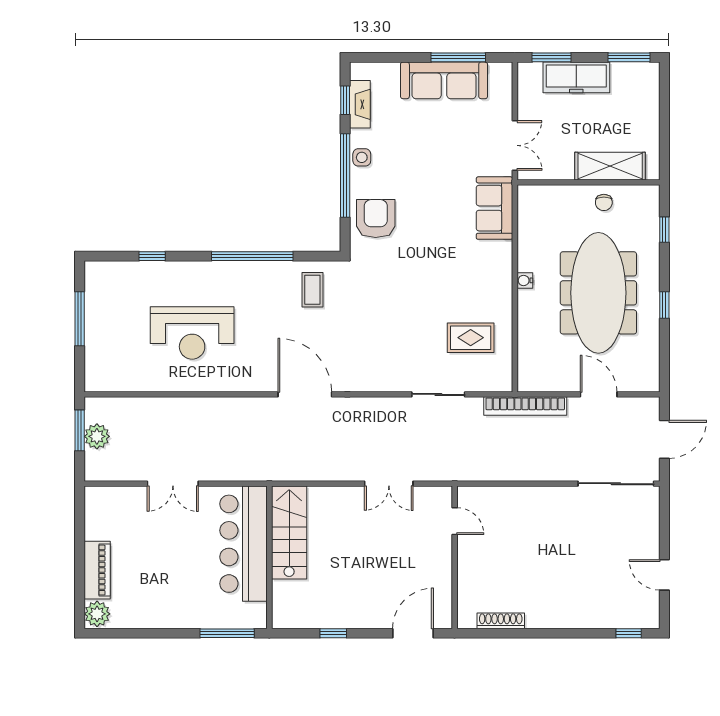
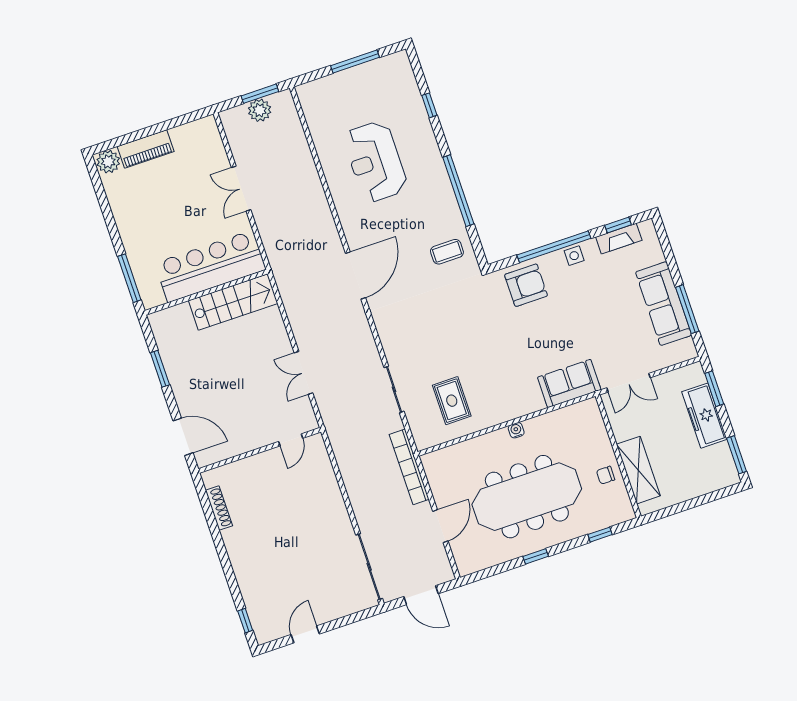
window: (333, 633) -> (160, 369), width x1.50

